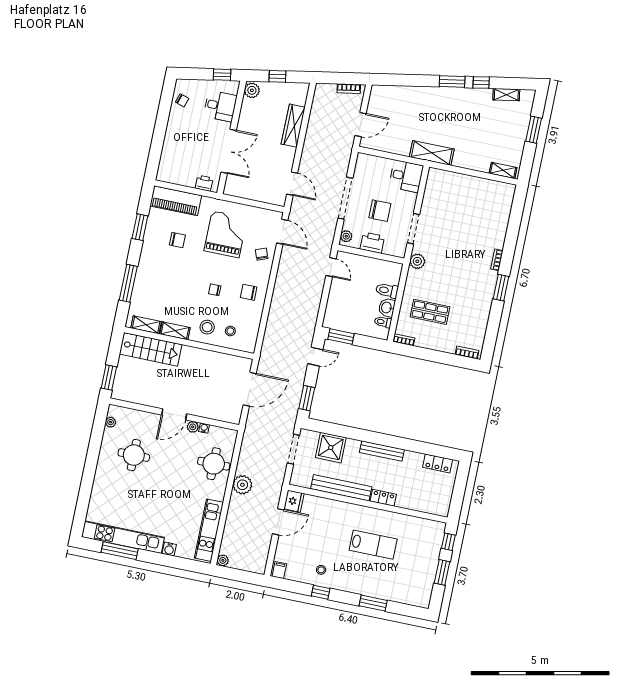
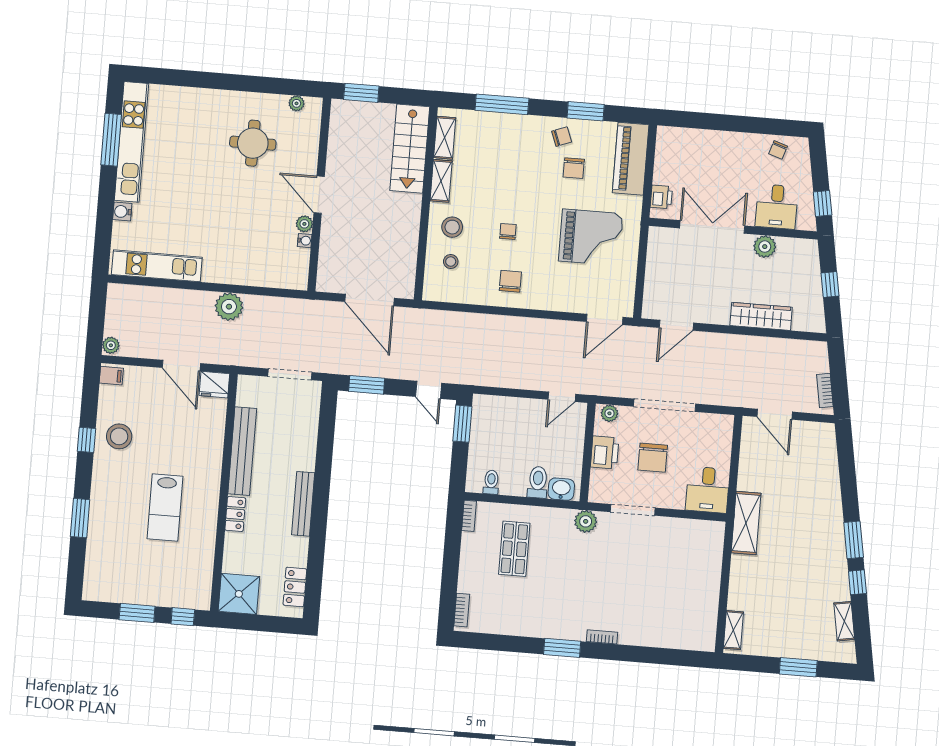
plant: (252, 90) -> (765, 247), moved
double door: (229, 151) -> (712, 227), swing flipped
chair: (262, 254) -> (562, 137), moved
washbasin: (387, 308) -> (561, 489), moved
shower: (331, 448) -> (239, 594), moved
round table: (214, 464) -> (255, 261), removed
plant: (223, 560) -> (111, 345), moved
stool: (321, 570) -> (119, 436), width x1.89, depth x1.89

